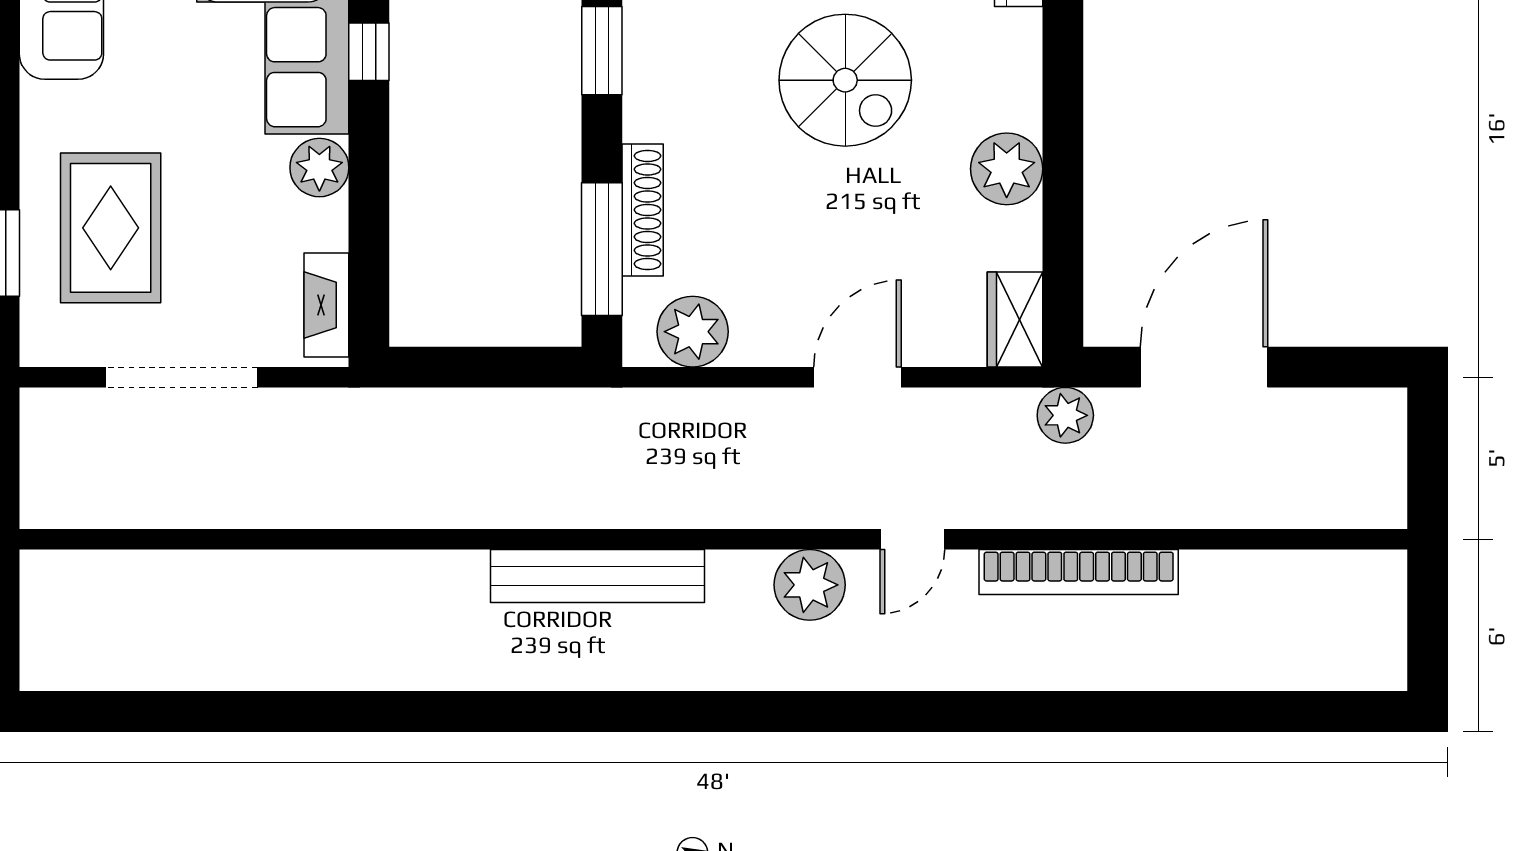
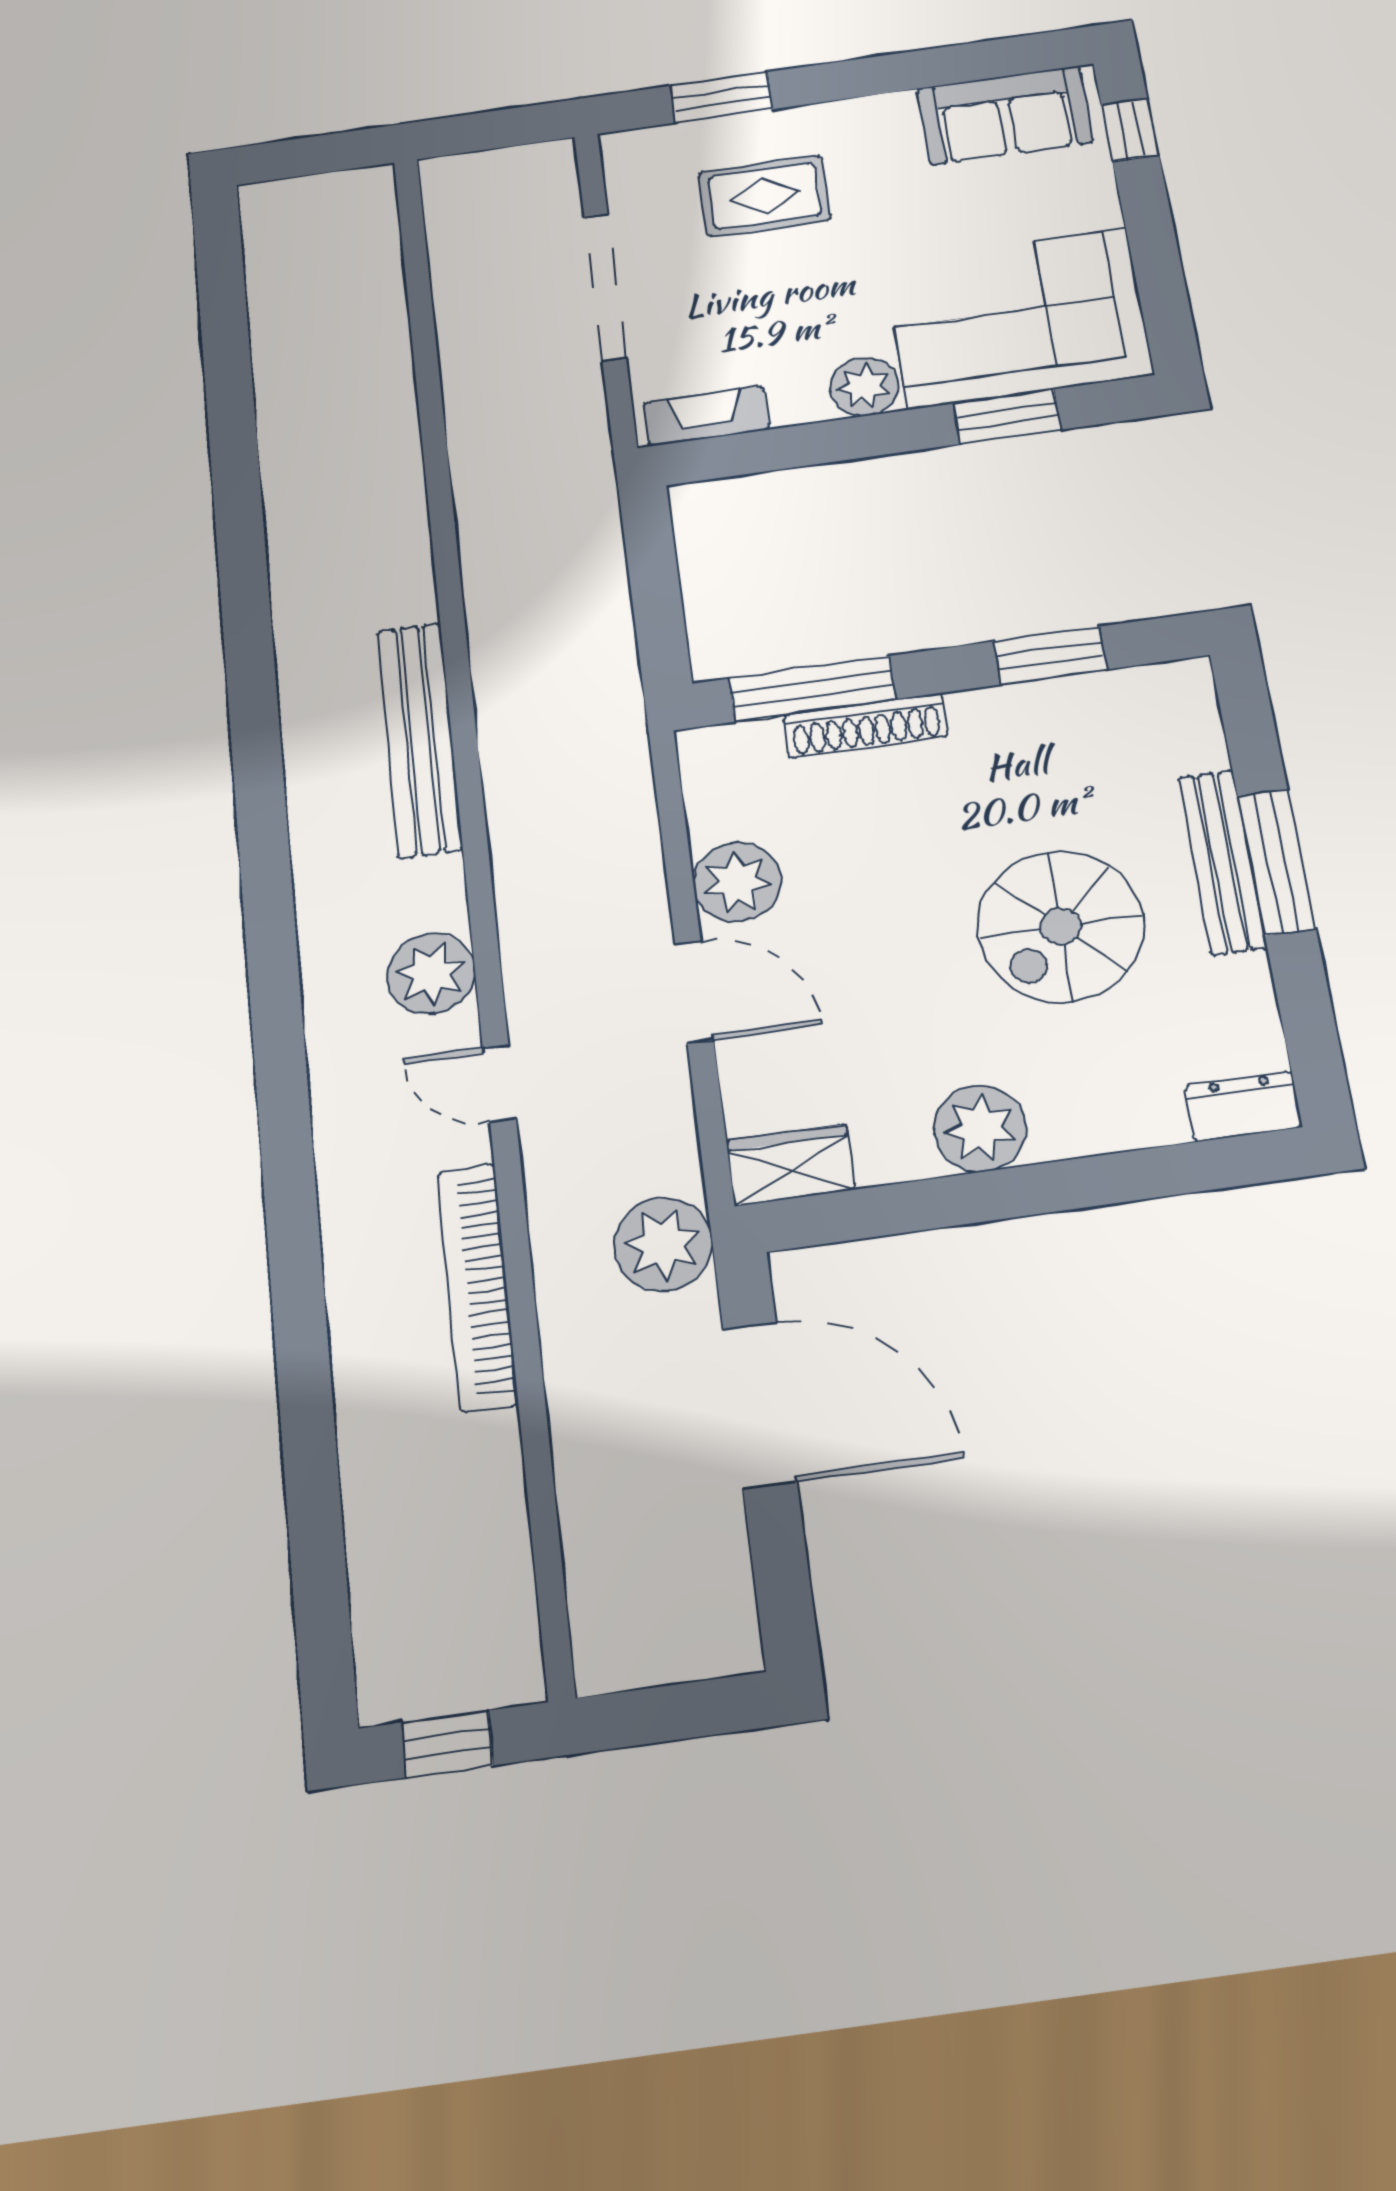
window: (369, 52) -> (1007, 417), width x1.50
rug: (111, 228) -> (765, 196), width x0.73, depth x0.70
plant: (693, 332) -> (737, 882), moved
plant: (1065, 415) -> (663, 1244), width x1.36, depth x1.36
window: (1428, 627) -> (447, 1744), added

